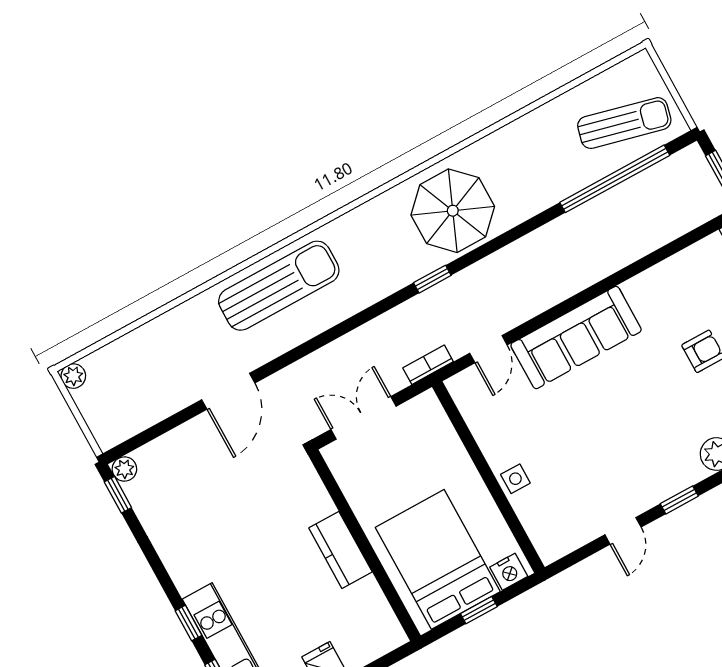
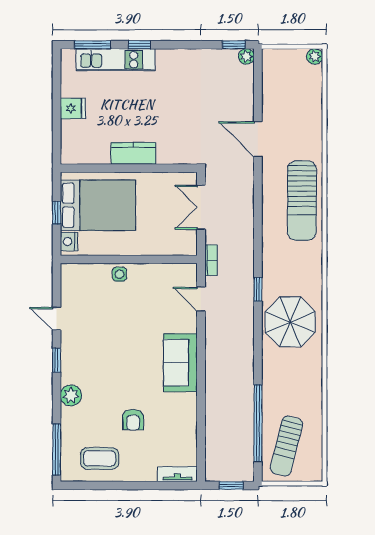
sofa: (576, 338) -> (180, 363), width x0.73
double door: (363, 418) -> (201, 207), swing flipped

